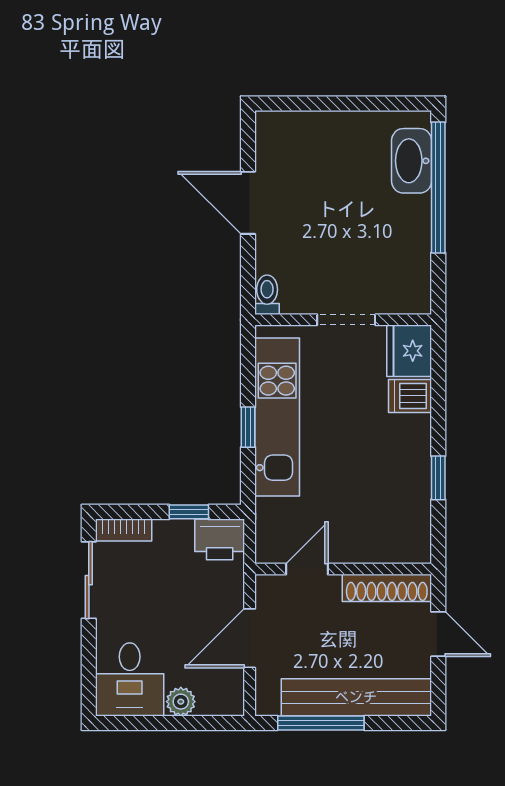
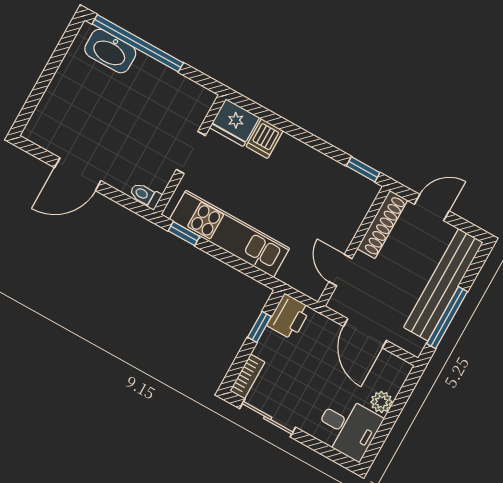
window: (248, 427) -> (184, 234), moved
window: (438, 478) -> (363, 169), moved

